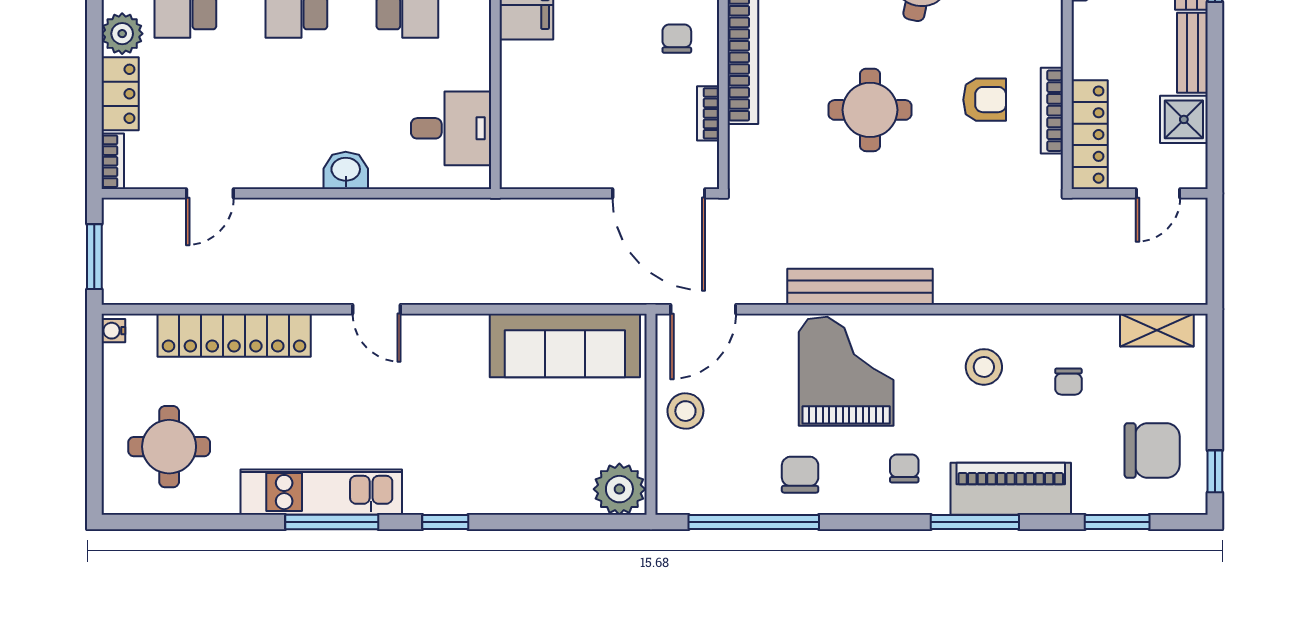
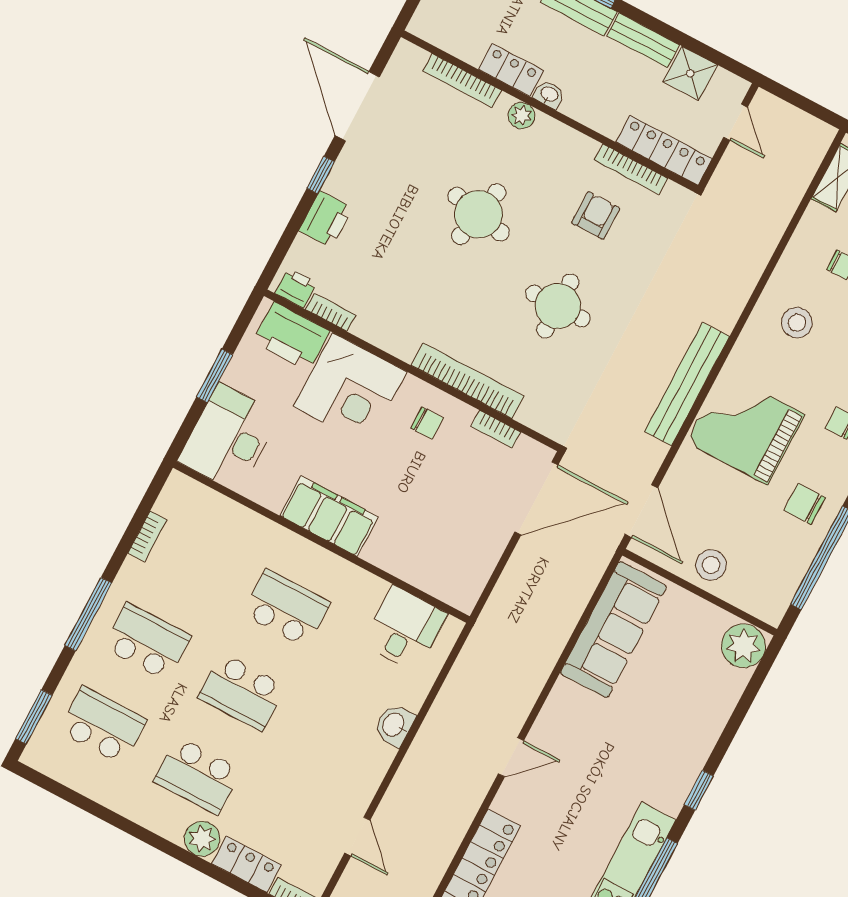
chair: (677, 39) -> (427, 423), turned 180

